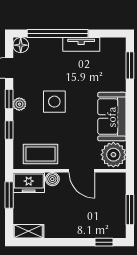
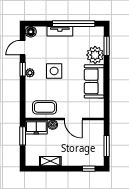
window: (58, 33) -> (74, 24), moved
tv unit: (81, 44) -> (60, 31), moved
window: (9, 130) -> (23, 91), removed
plant: (113, 155) -> (95, 55), moved
shelving: (28, 231) -> (50, 161), moved

